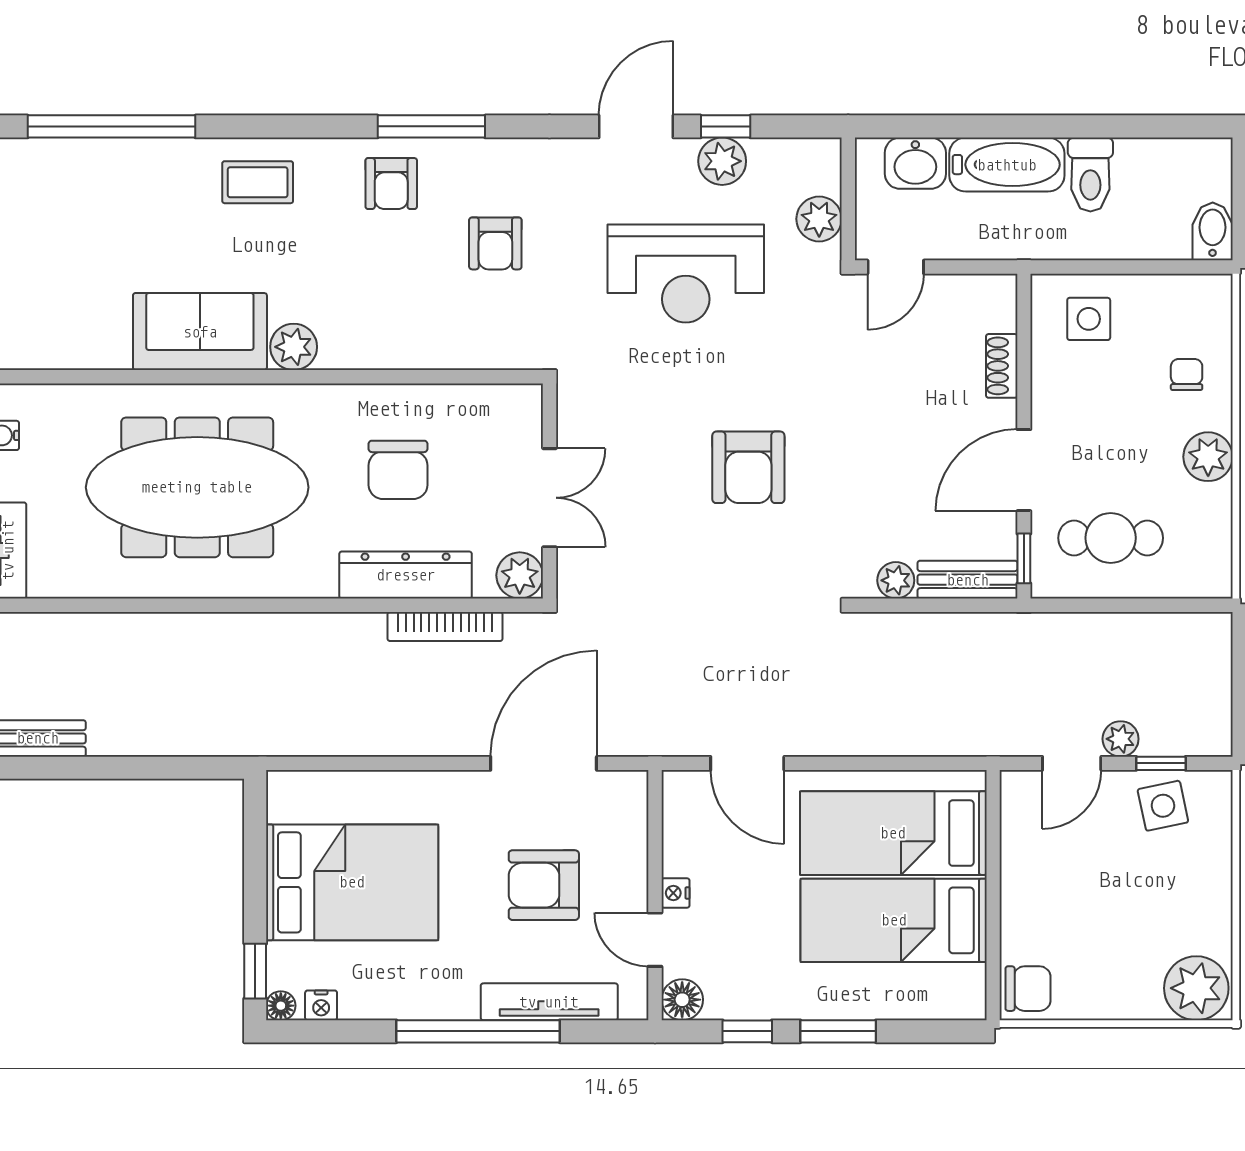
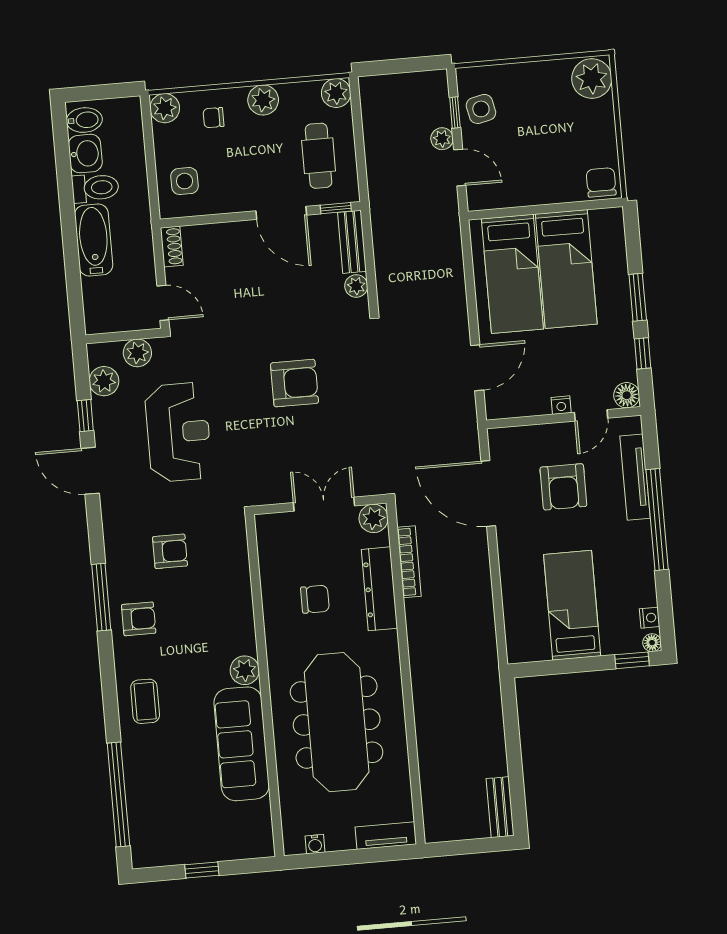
plant: (722, 161) -> (104, 381), moved
washbasin: (915, 163) -> (85, 154), moved
bidet: (1213, 231) -> (84, 120), moved, turned 180
plant: (1209, 297) -> (165, 108), added
sofa: (200, 332) -> (242, 744), width x1.36
shoe rack: (1002, 366) -> (172, 246), moved, turned -90
chair: (398, 470) -> (315, 599), width x0.73, depth x0.73
plant: (1209, 575) -> (336, 93), added
bed: (352, 882) -> (572, 605), width x0.67

